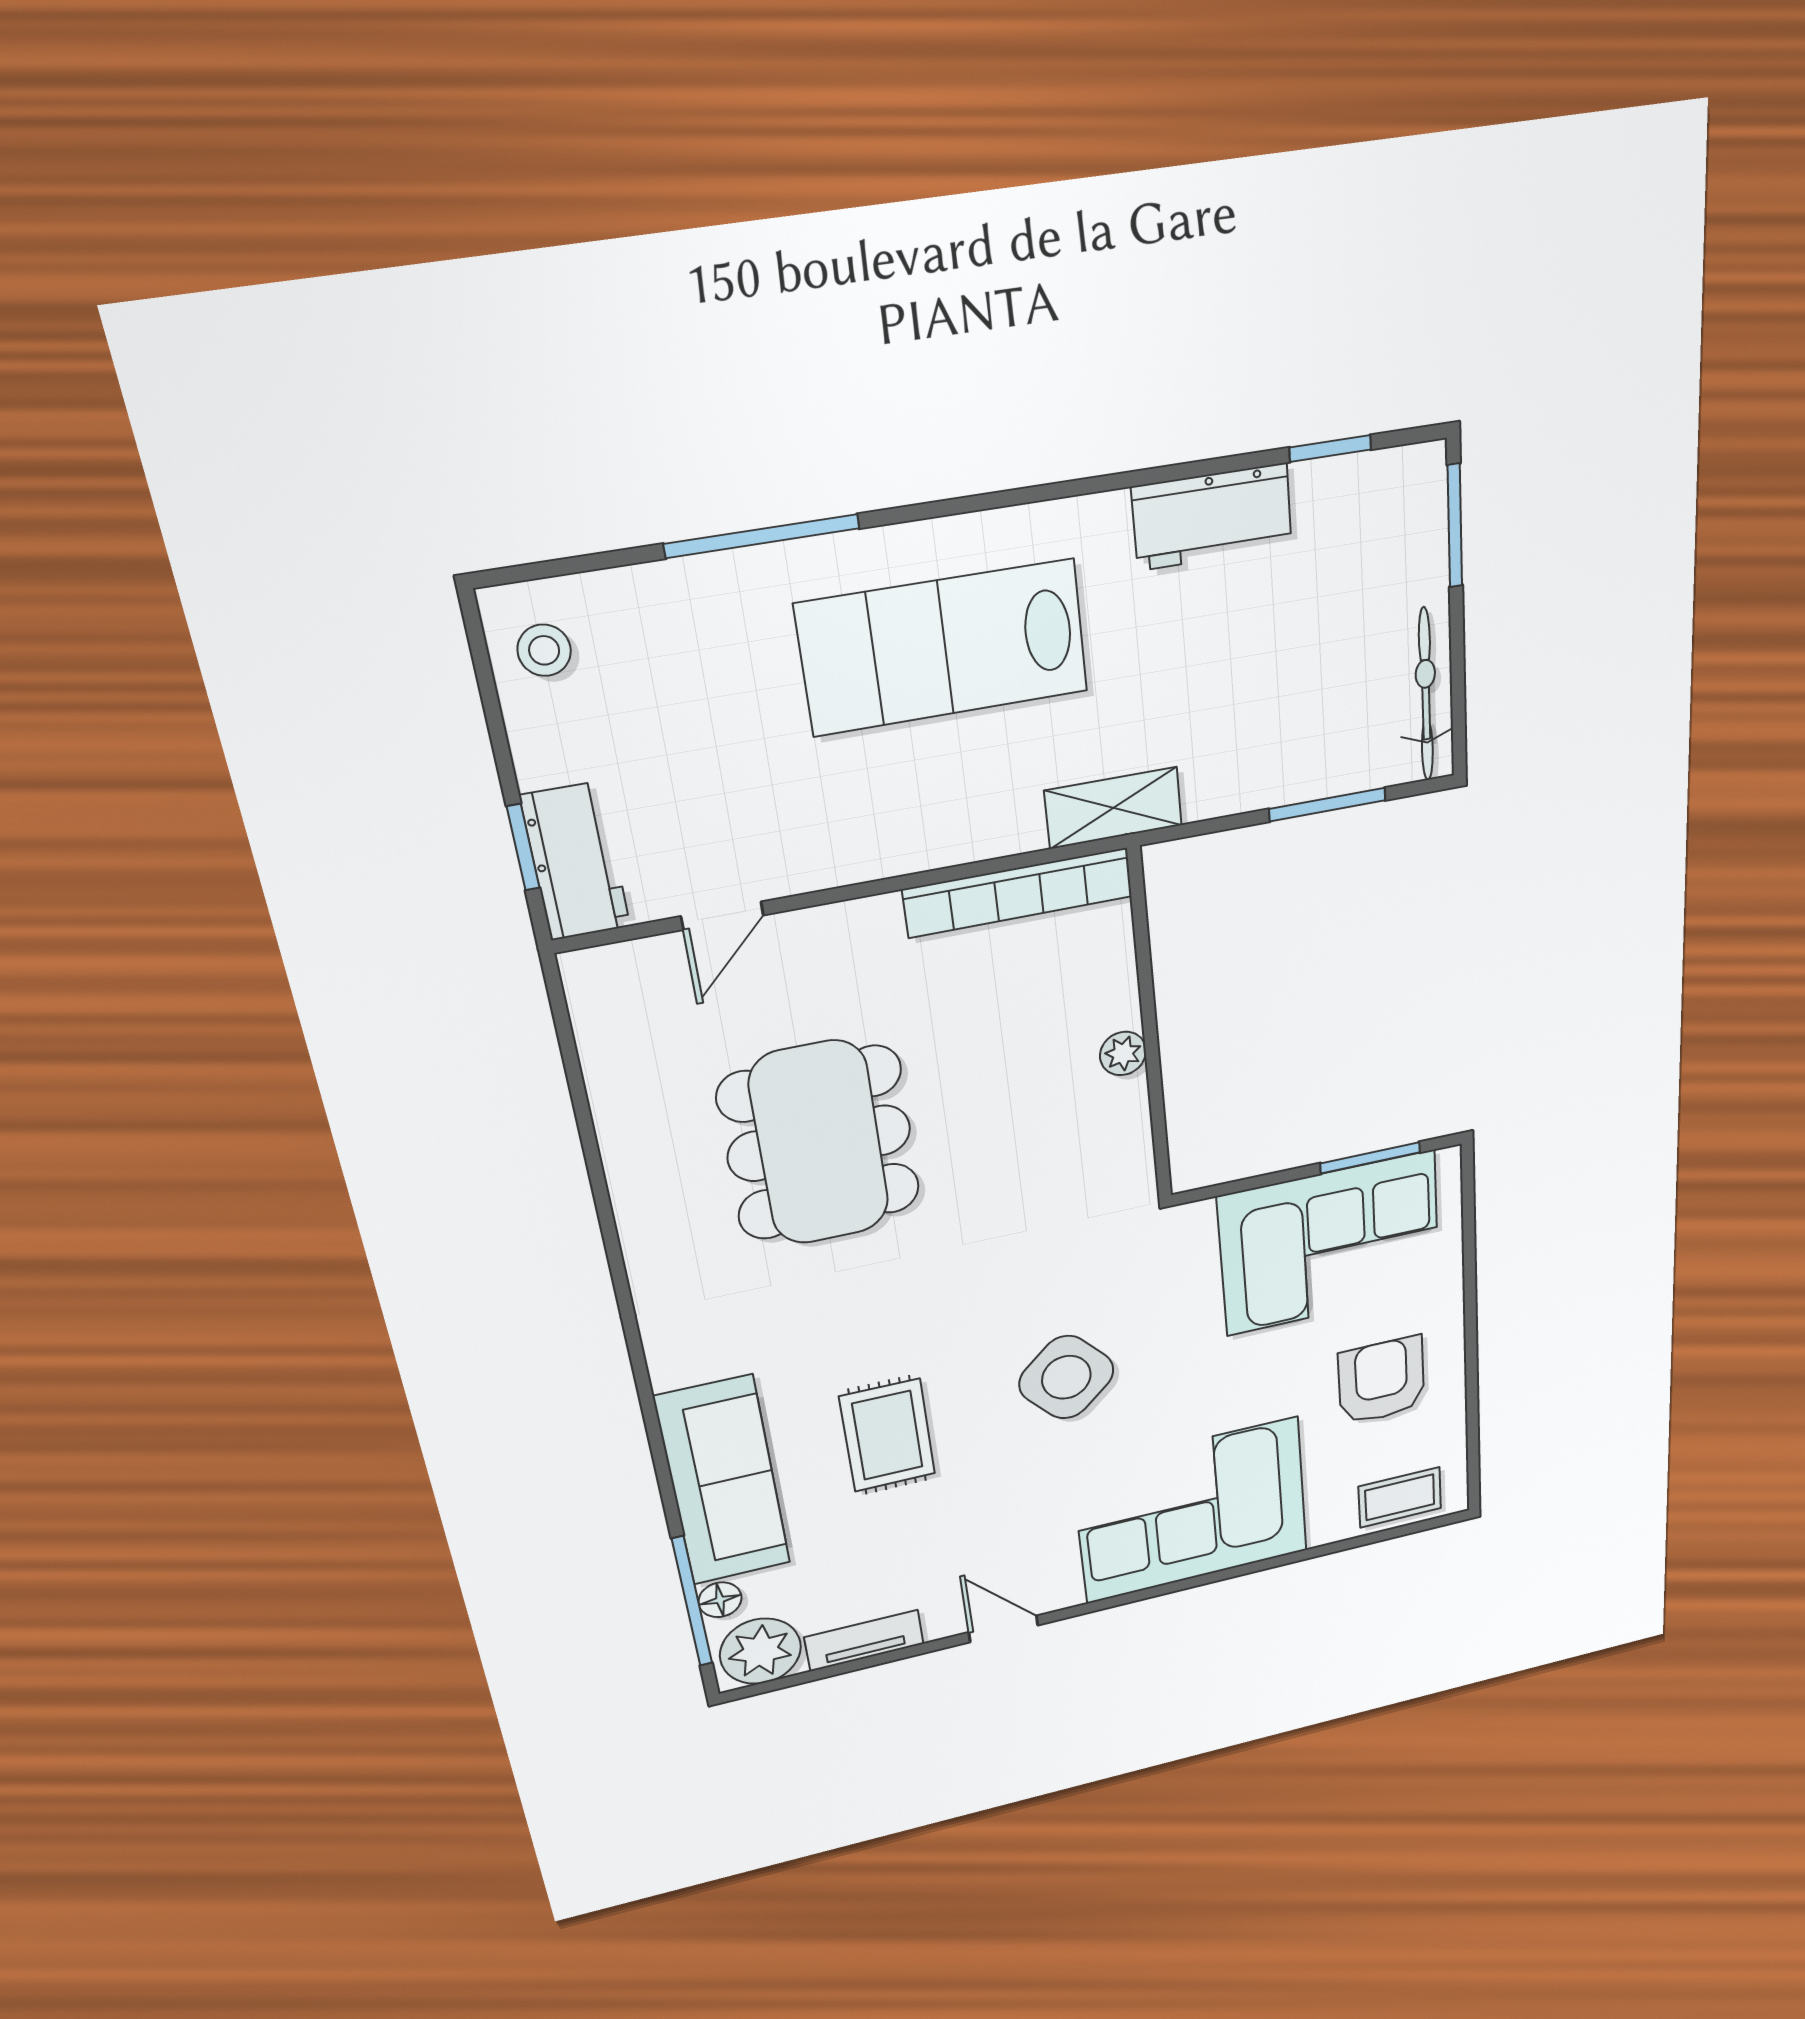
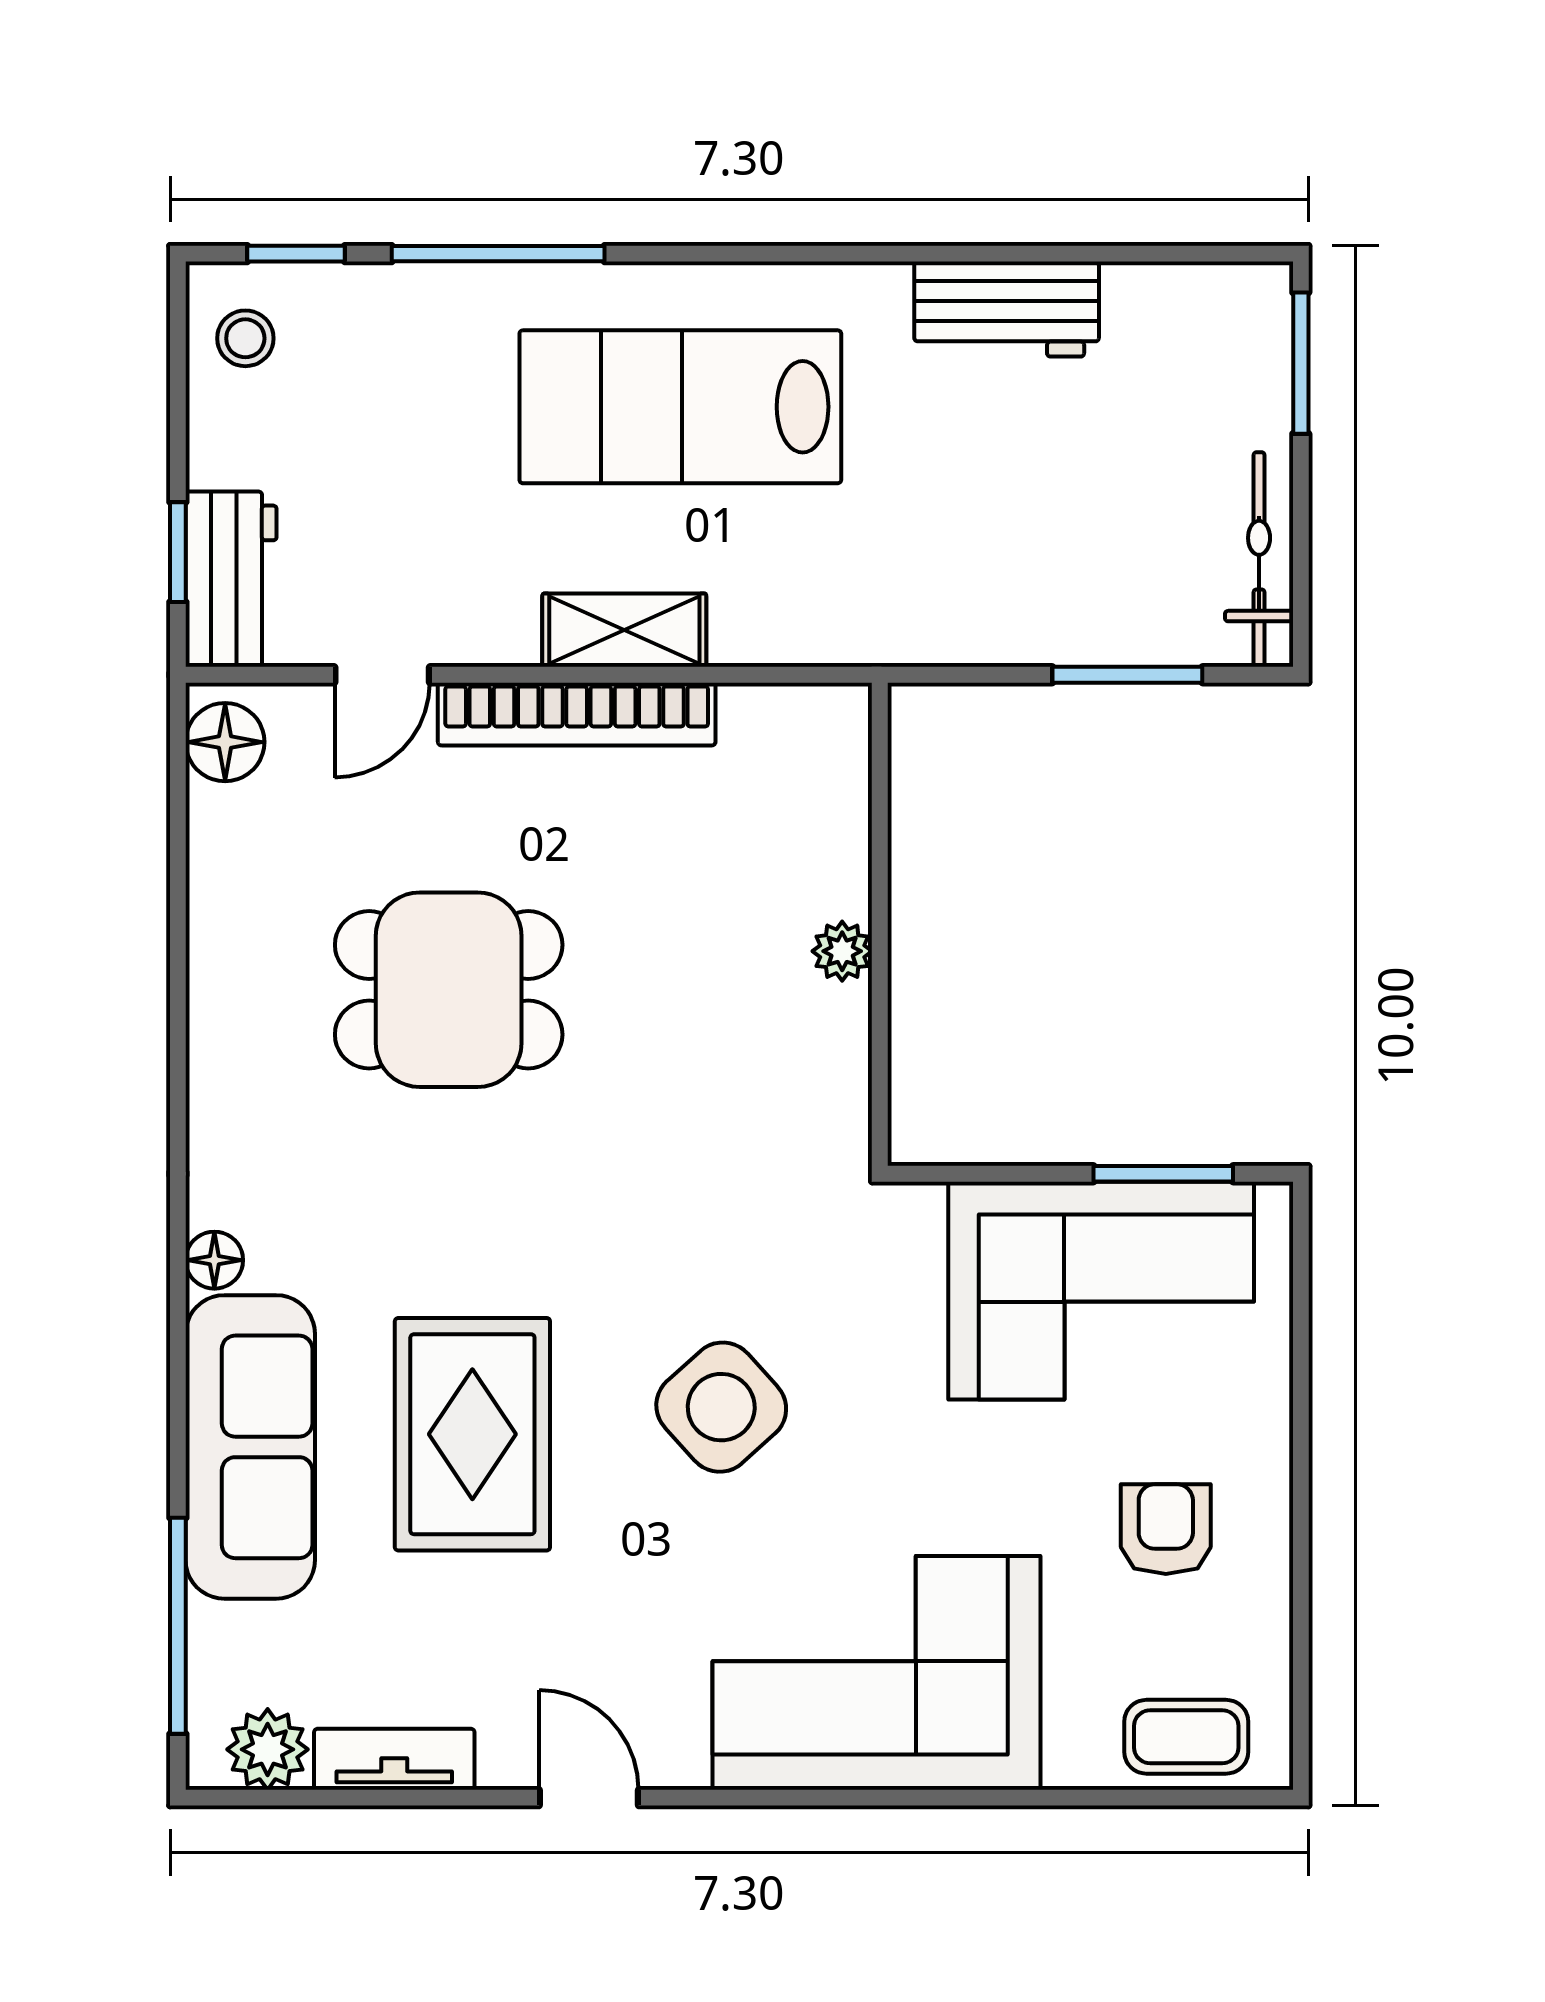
window: (1330, 448) -> (296, 254), moved
shelving: (1113, 808) -> (624, 630), moved
bookcase: (1018, 893) -> (577, 714), moved
floor lamp: (598, 994) -> (225, 742), added
dining table: (819, 1143) -> (449, 990), width x0.73
armchair: (1381, 1381) -> (1166, 1529), width x0.72, depth x0.72
rug: (887, 1435) -> (472, 1434), width x1.36, depth x1.43
floor lamp: (720, 1600) -> (214, 1260), moved
plant: (760, 1651) -> (268, 1749), width x0.73, depth x0.73

